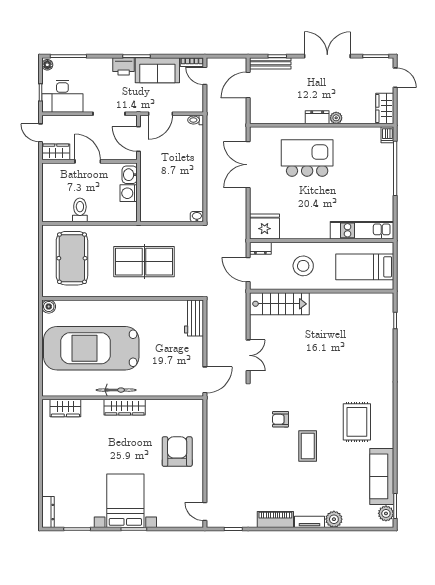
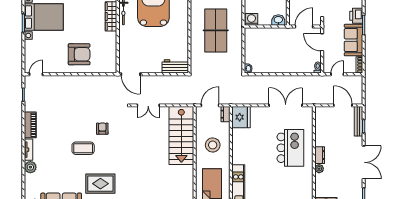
door: (205, 76) -> (337, 74), moved
washing machine: (129, 193) -> (251, 19), moved
stairs: (279, 304) -> (181, 136), width x1.36, depth x1.51

